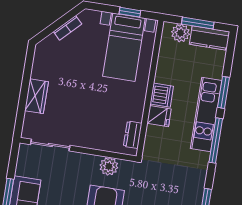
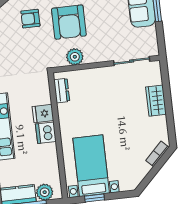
bookcase: (68, 28) -> (157, 154), moved

